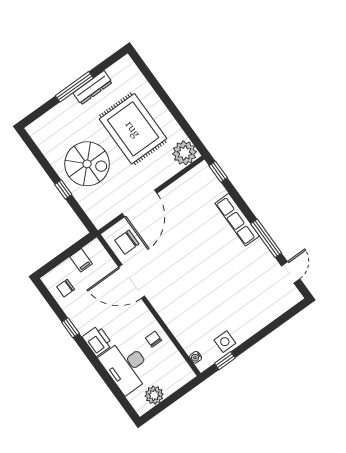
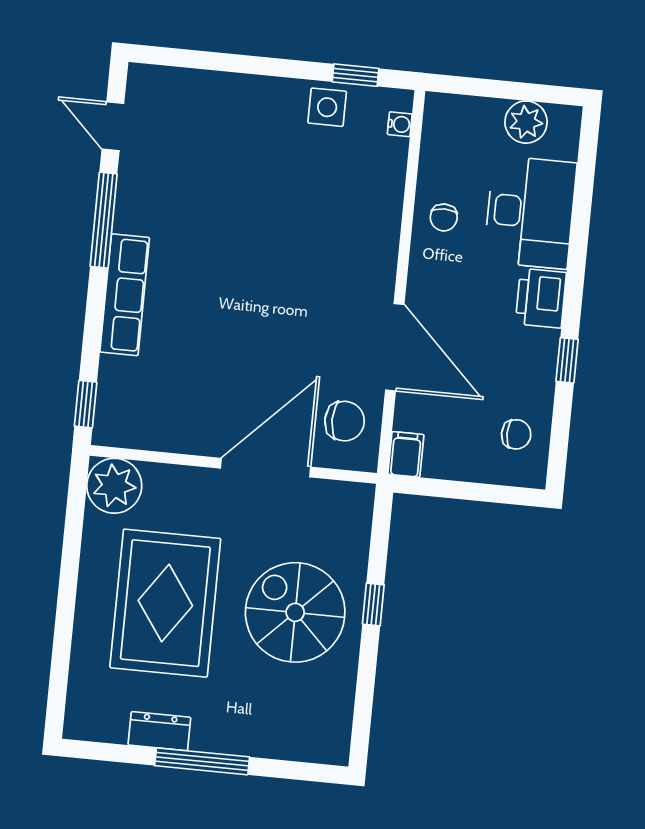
dresser: (93, 88) -> (159, 731), width x0.70
filing cabinet: (81, 260) -> (406, 454), moved
door: (291, 272) -> (113, 126), hinge flipped

